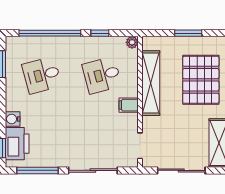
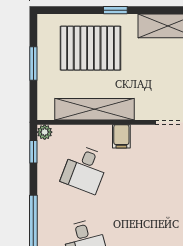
window: (100, 33) -> (33, 152), moved
desk: (102, 75) -> (85, 169), turned 36

